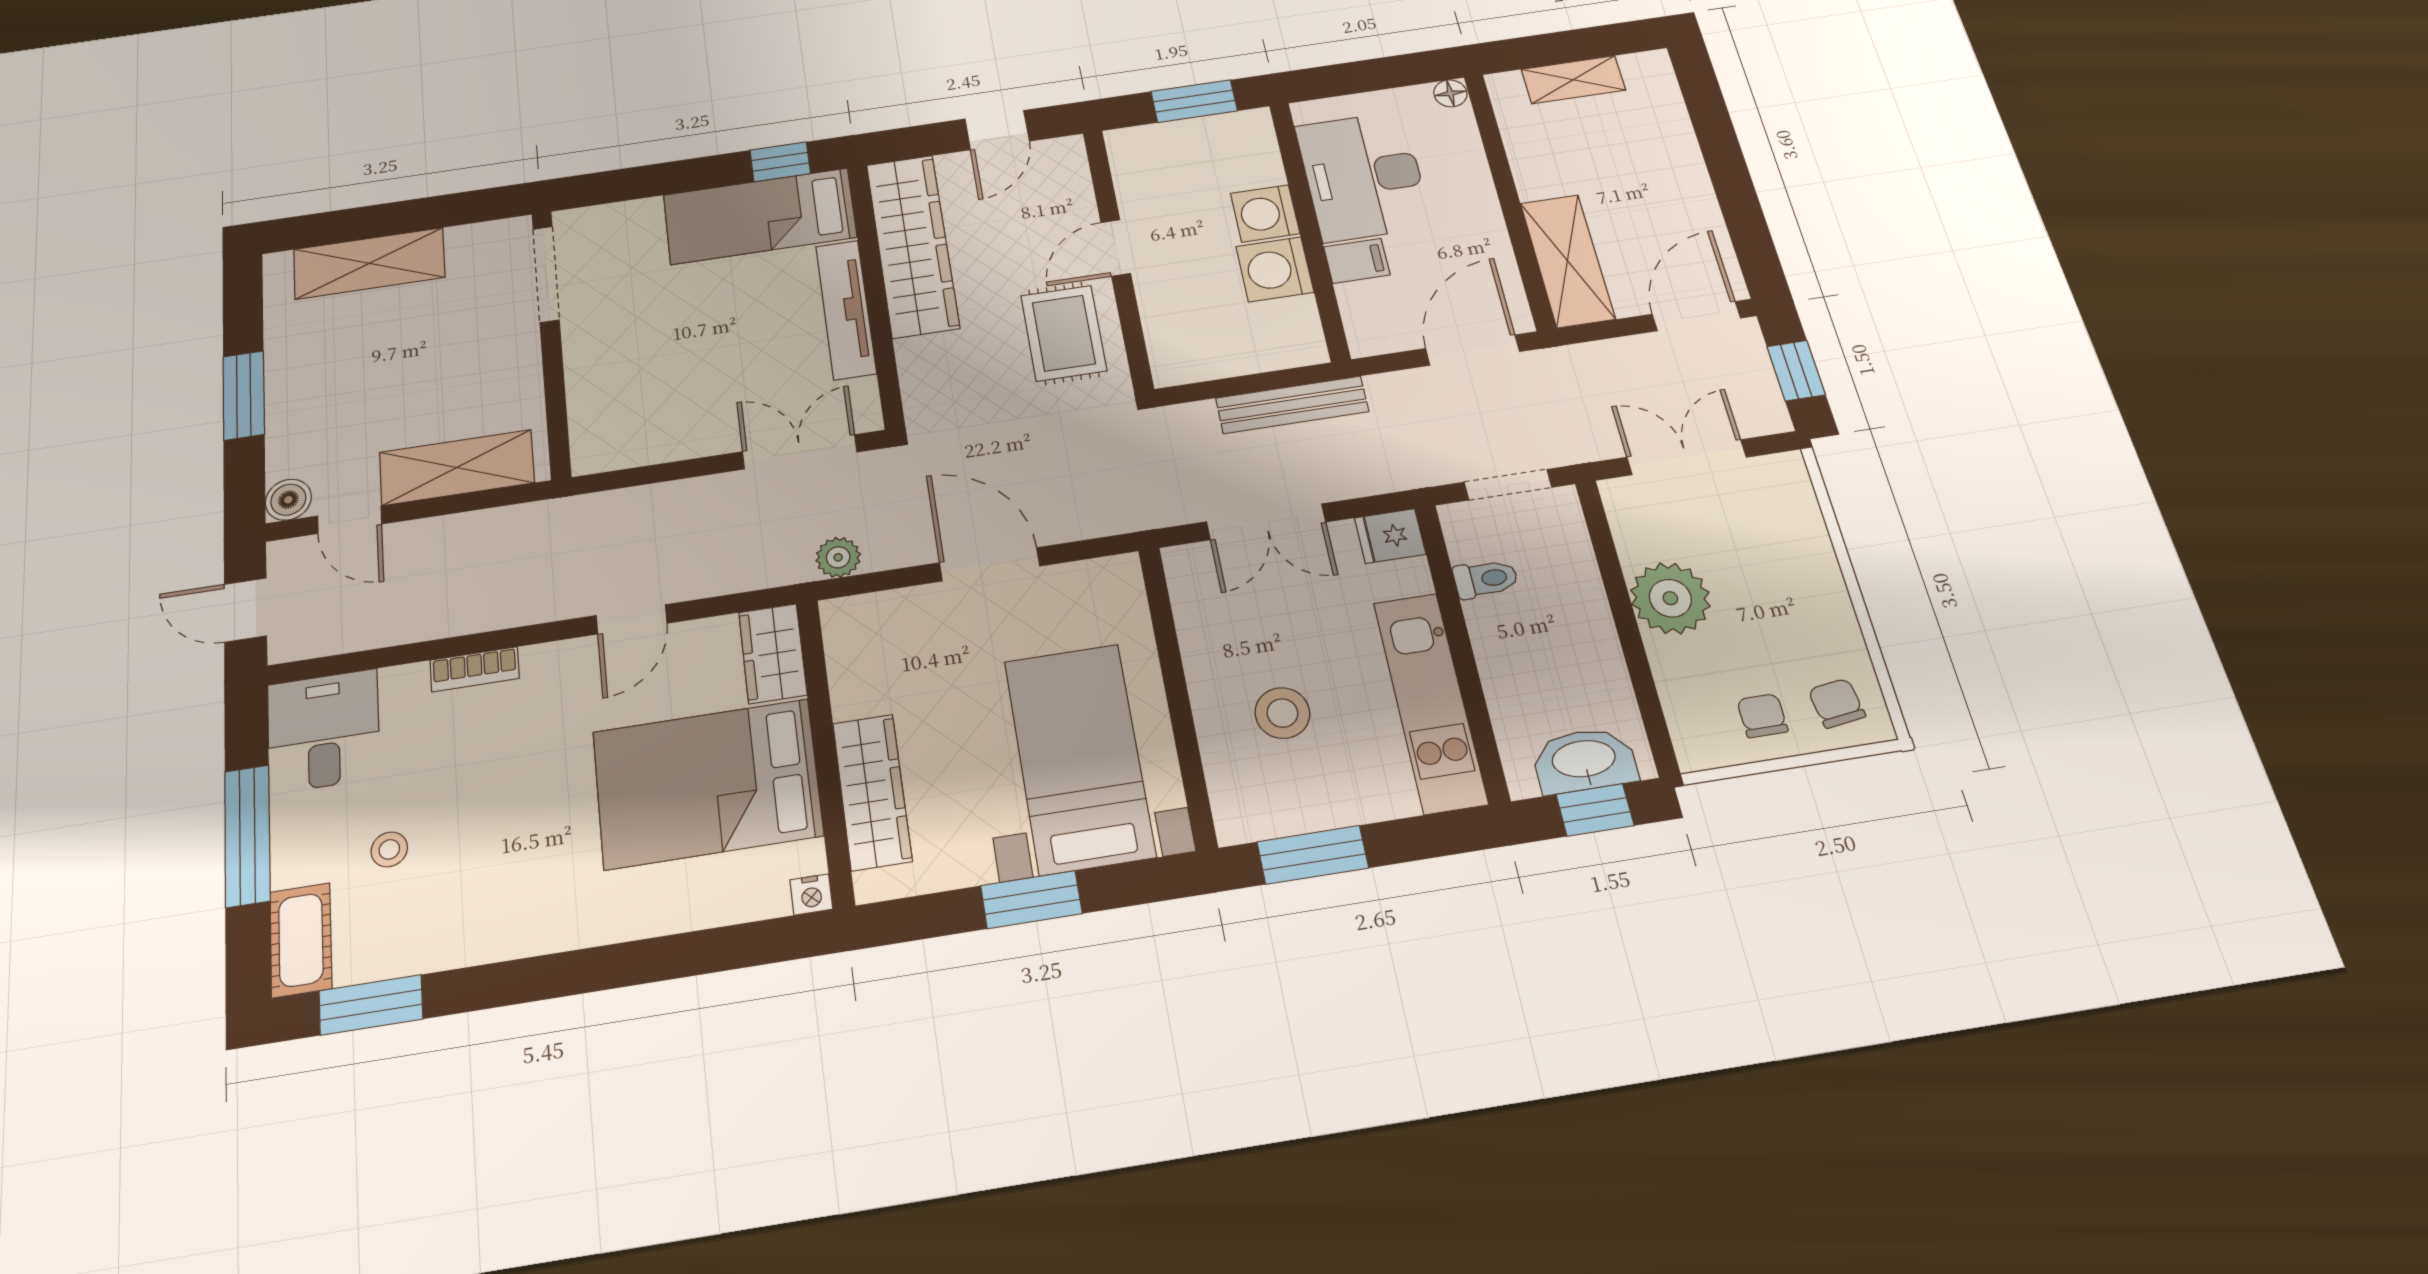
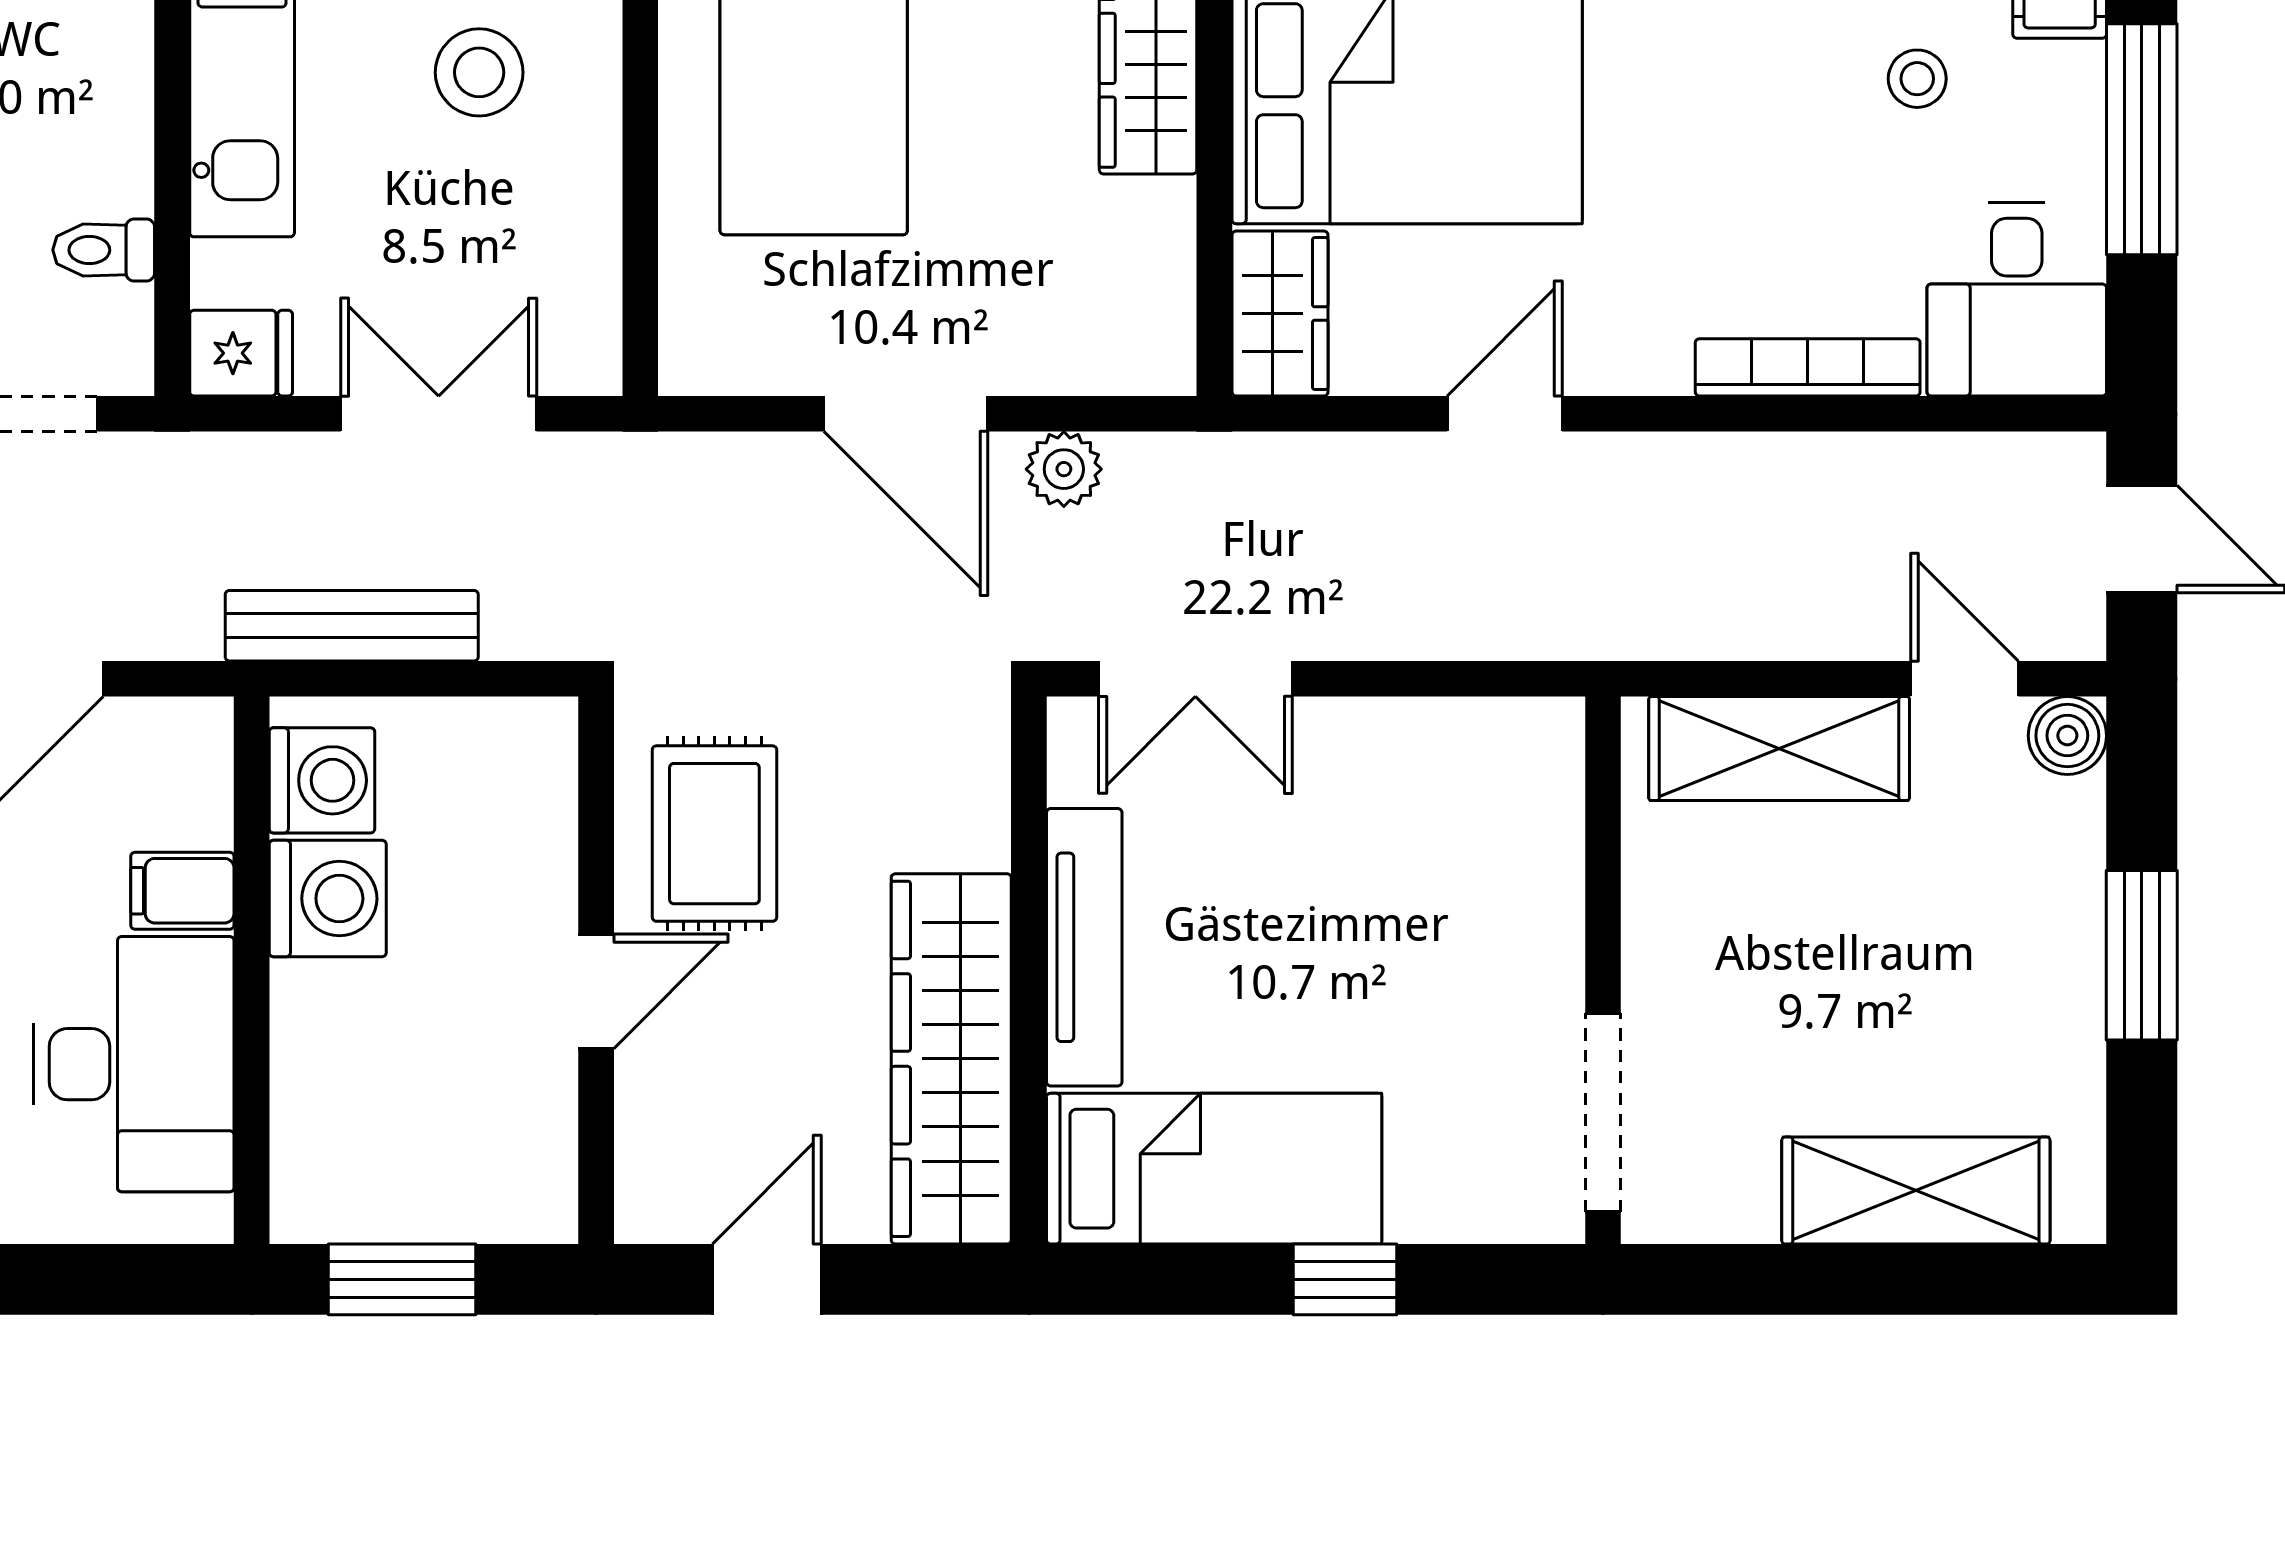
window: (780, 162) -> (1345, 1279), moved
washing machine: (1265, 213) -> (322, 780), moved
plant: (838, 557) -> (1064, 469), moved
bookcase: (475, 669) -> (1808, 367), width x1.56

